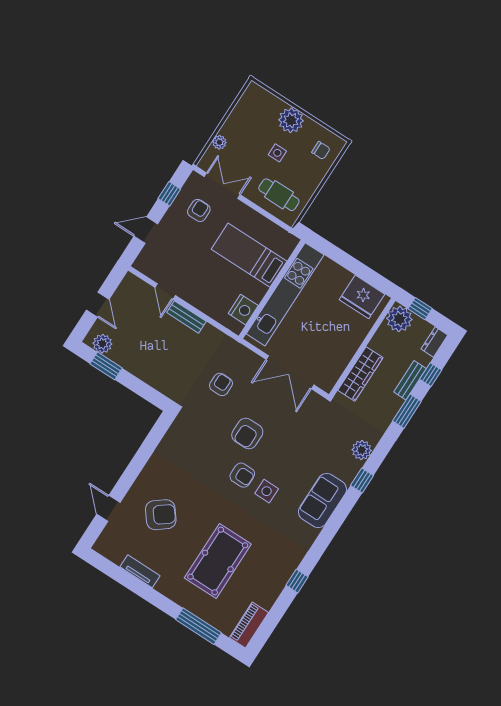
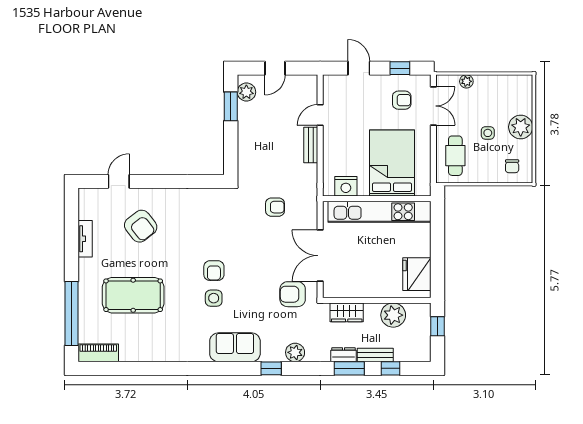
bed: (249, 255) -> (392, 163), width x1.50
plant: (399, 319) -> (393, 315), moved
dresser: (434, 342) -> (344, 355), moved
wardrobe: (360, 374) -> (347, 312), width x0.67
armchair: (247, 433) -> (293, 294), moved
window: (297, 581) -> (158, 368), removed
window: (199, 626) -> (72, 313), width x1.46

